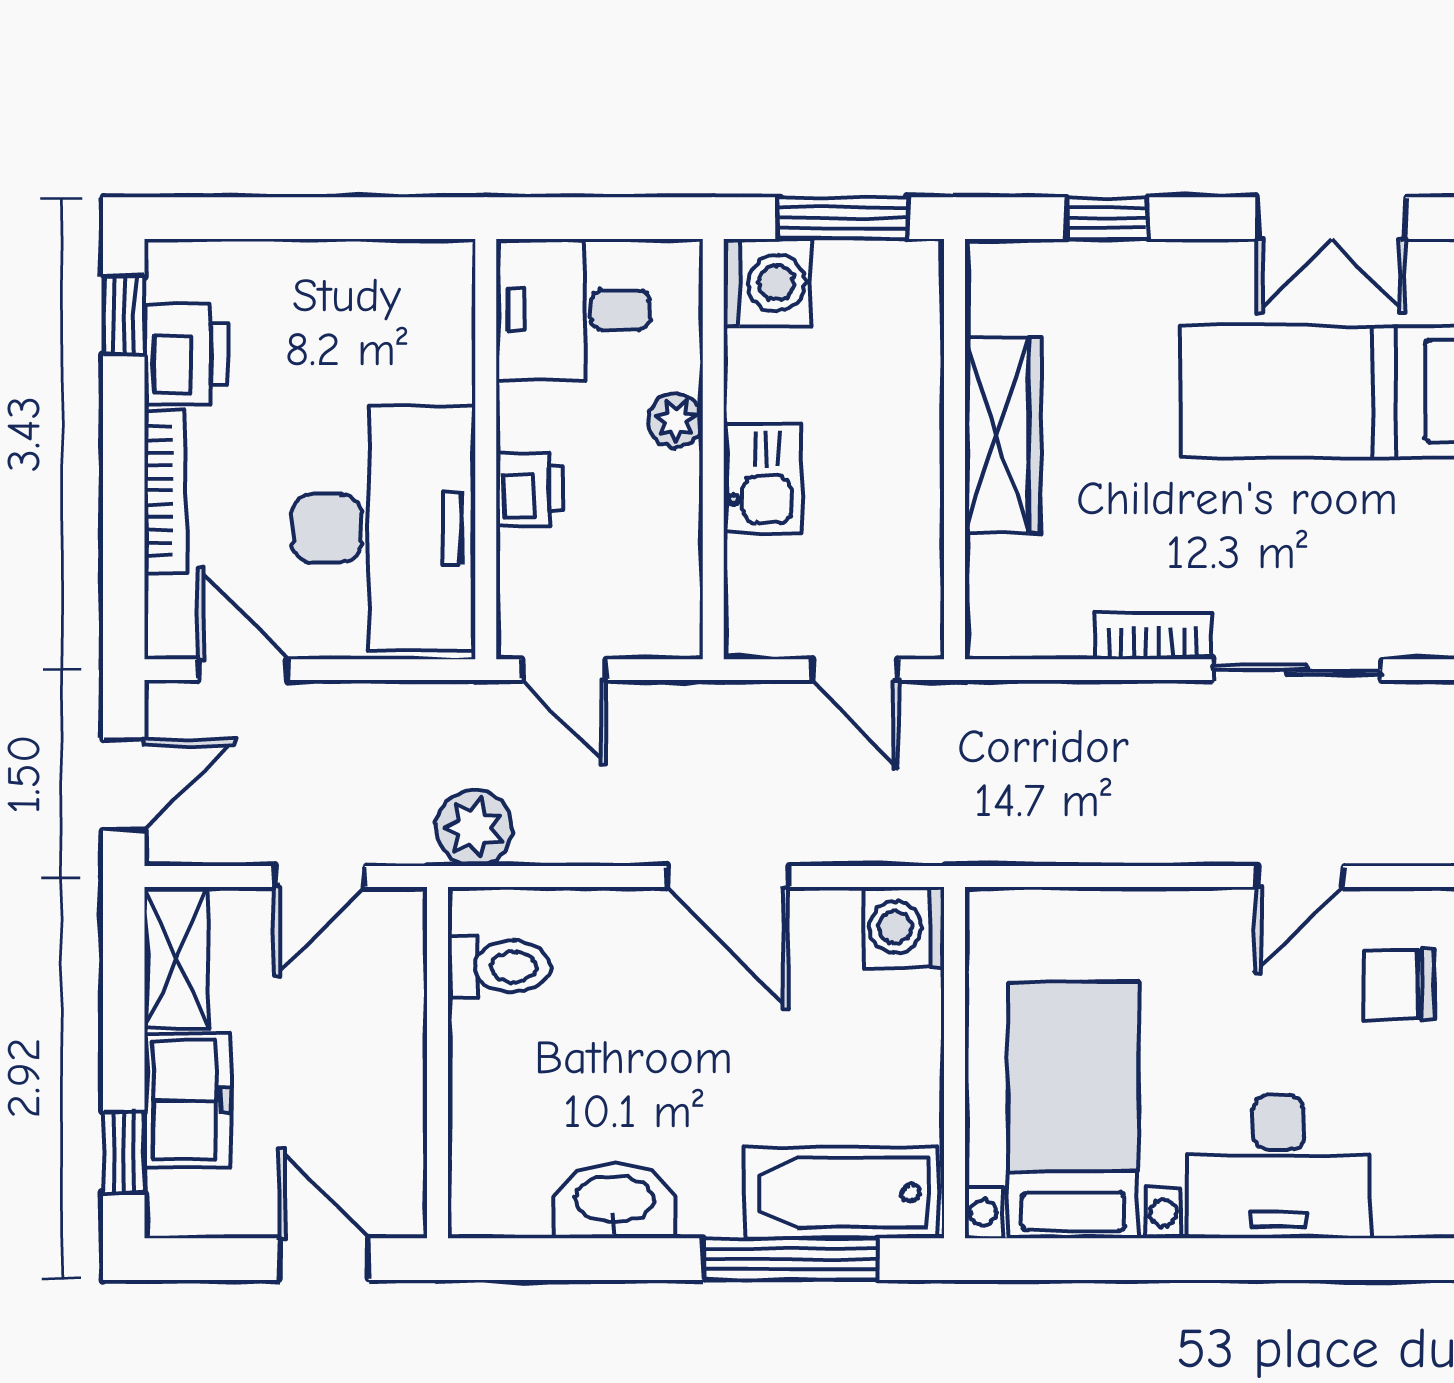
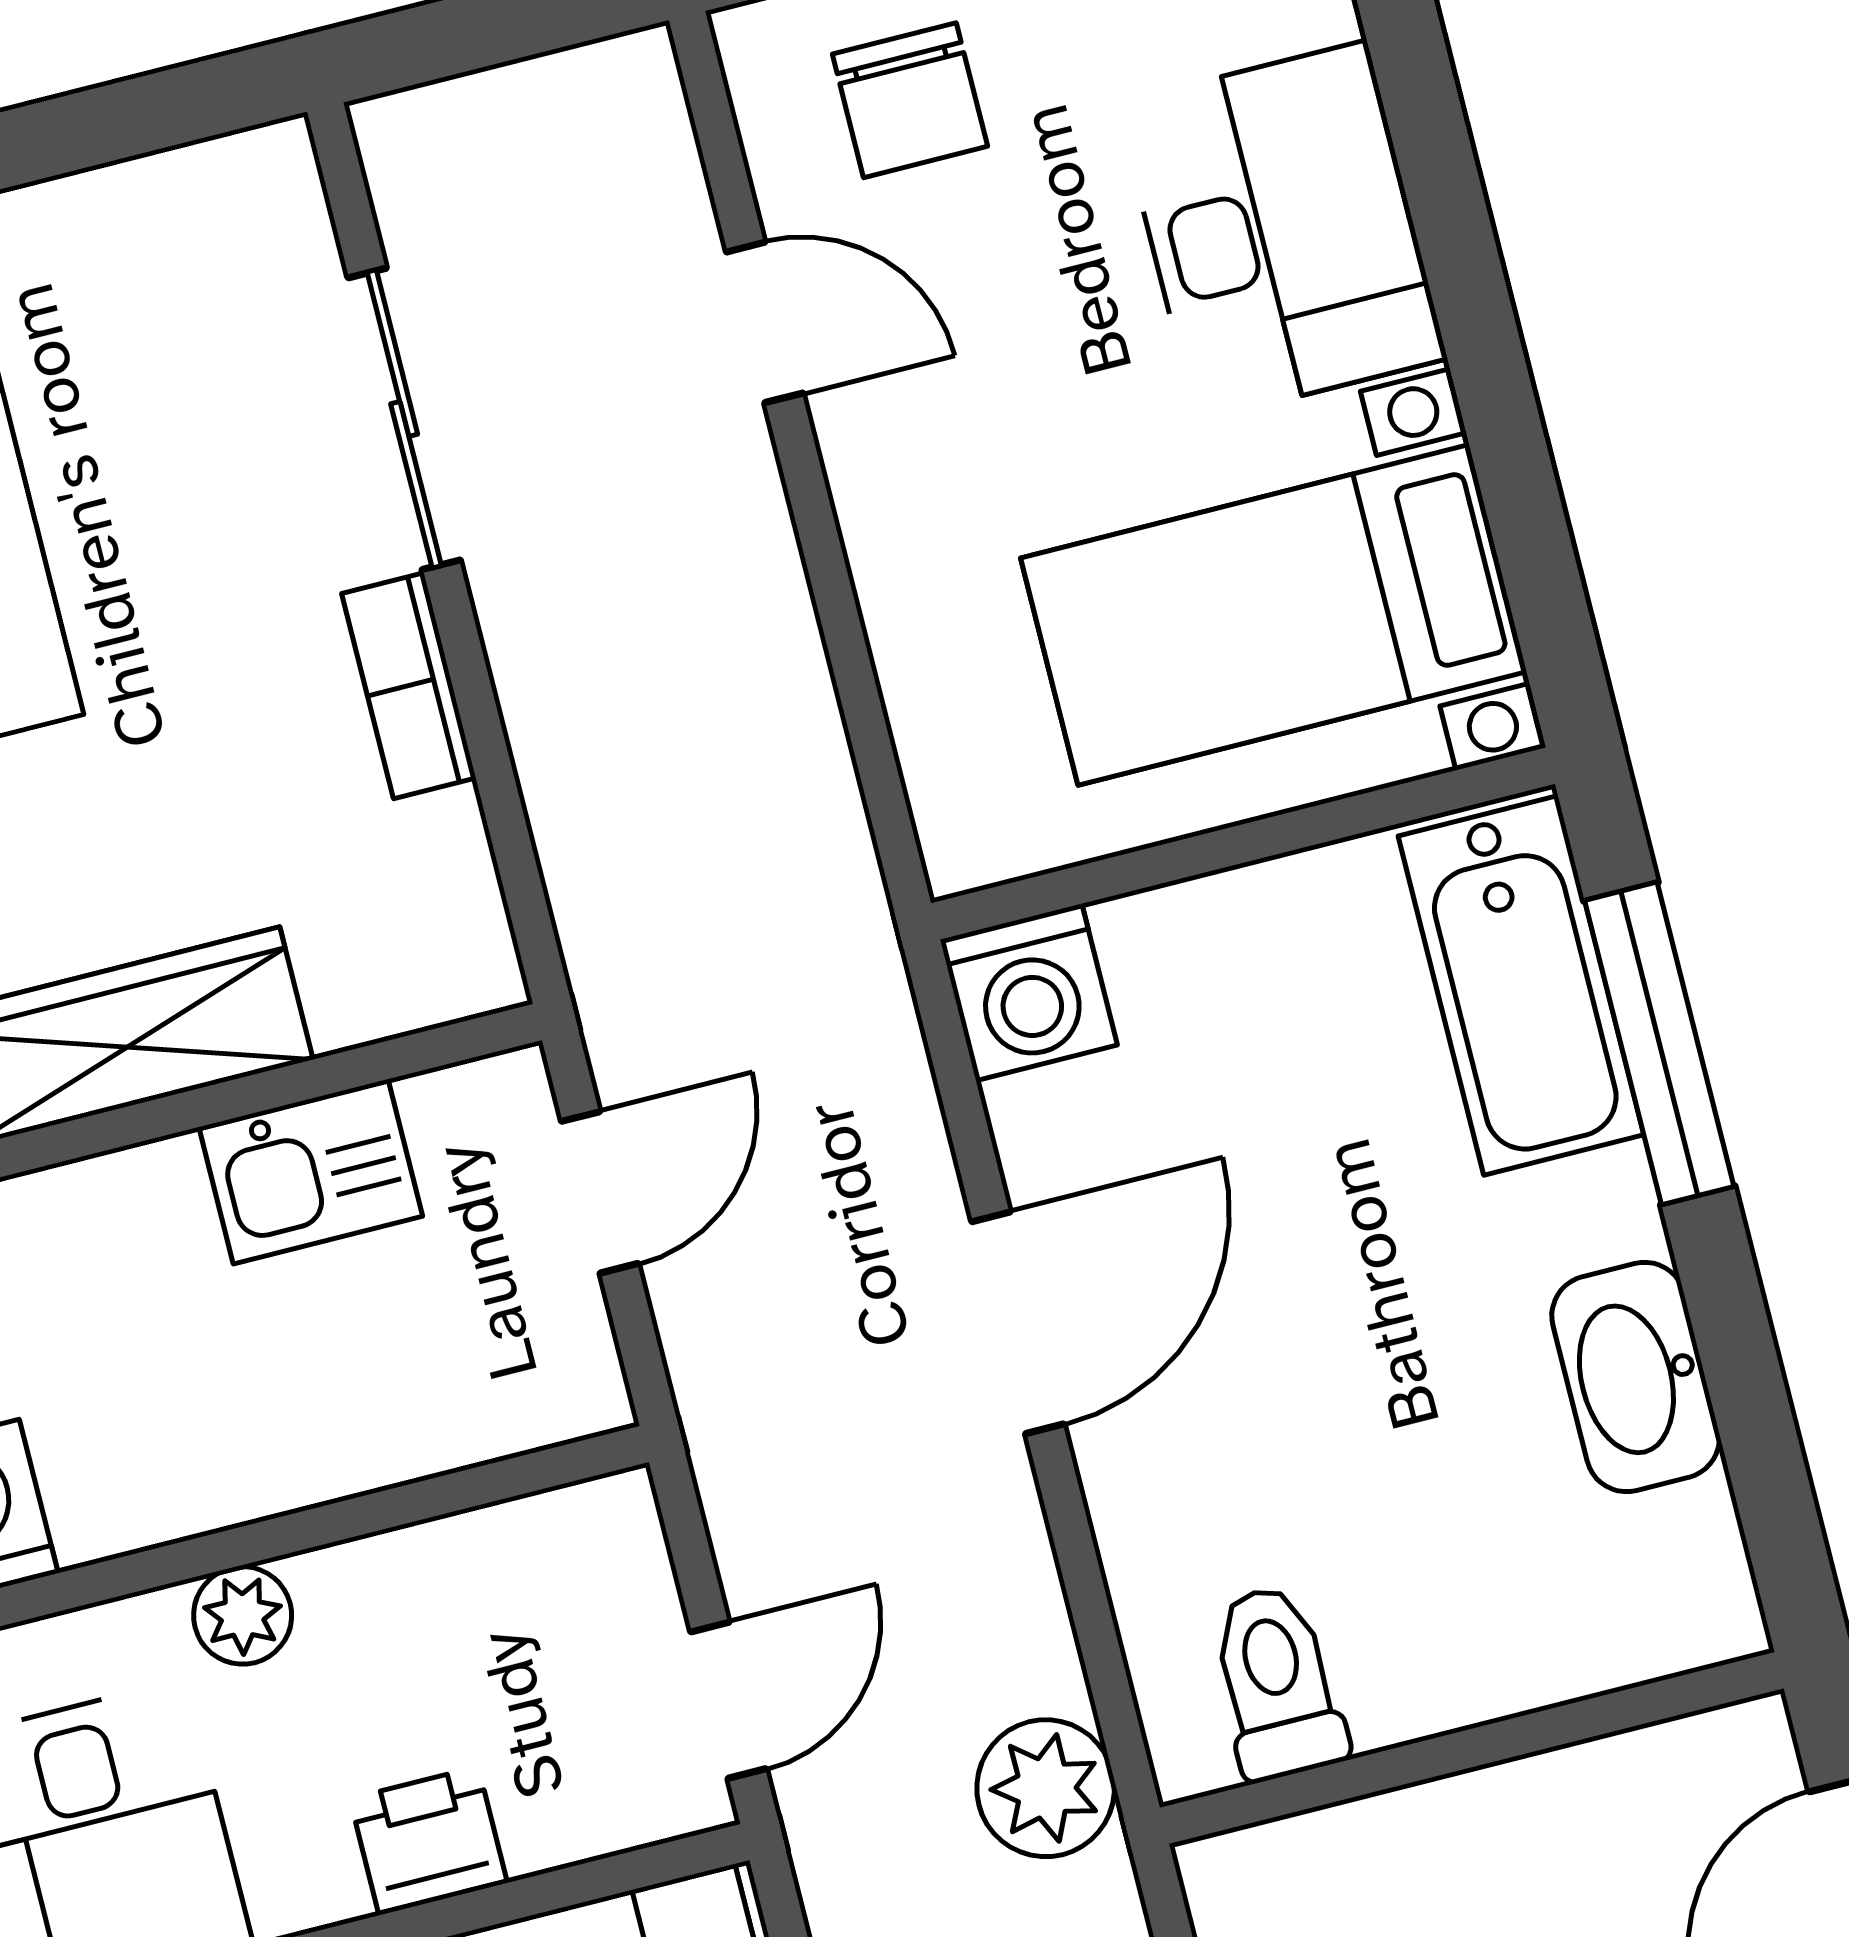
kitchen sink: (763, 478) -> (311, 1172), moved, turned 180

